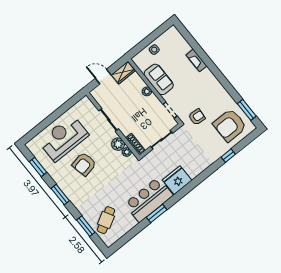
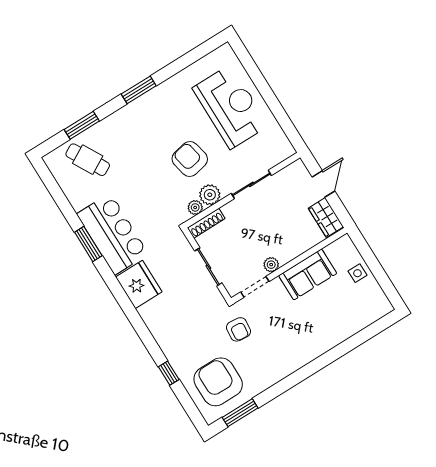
fireplace: (196, 60) -> (331, 340), removed
plant: (147, 91) -> (271, 265), moved
armchair: (84, 164) -> (190, 159), moved
window: (38, 167) -> (188, 59), removed

